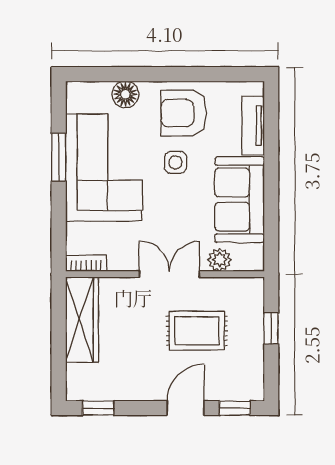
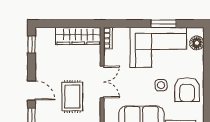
floor lamp: (125, 94) -> (197, 43), moved
armchair: (184, 113) -> (187, 90), turned 180
plant: (220, 260) -> (110, 108), removed

